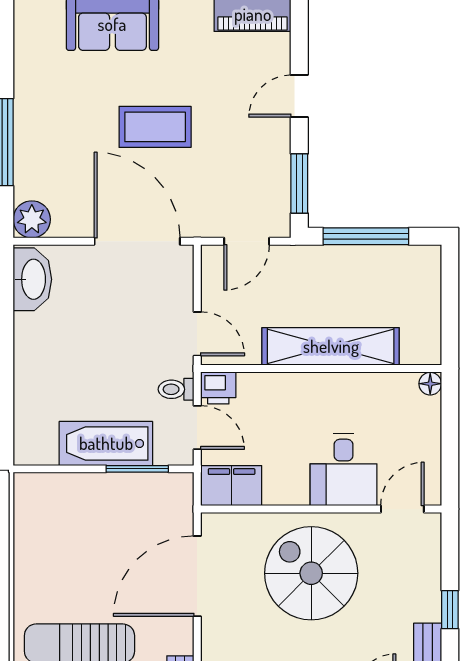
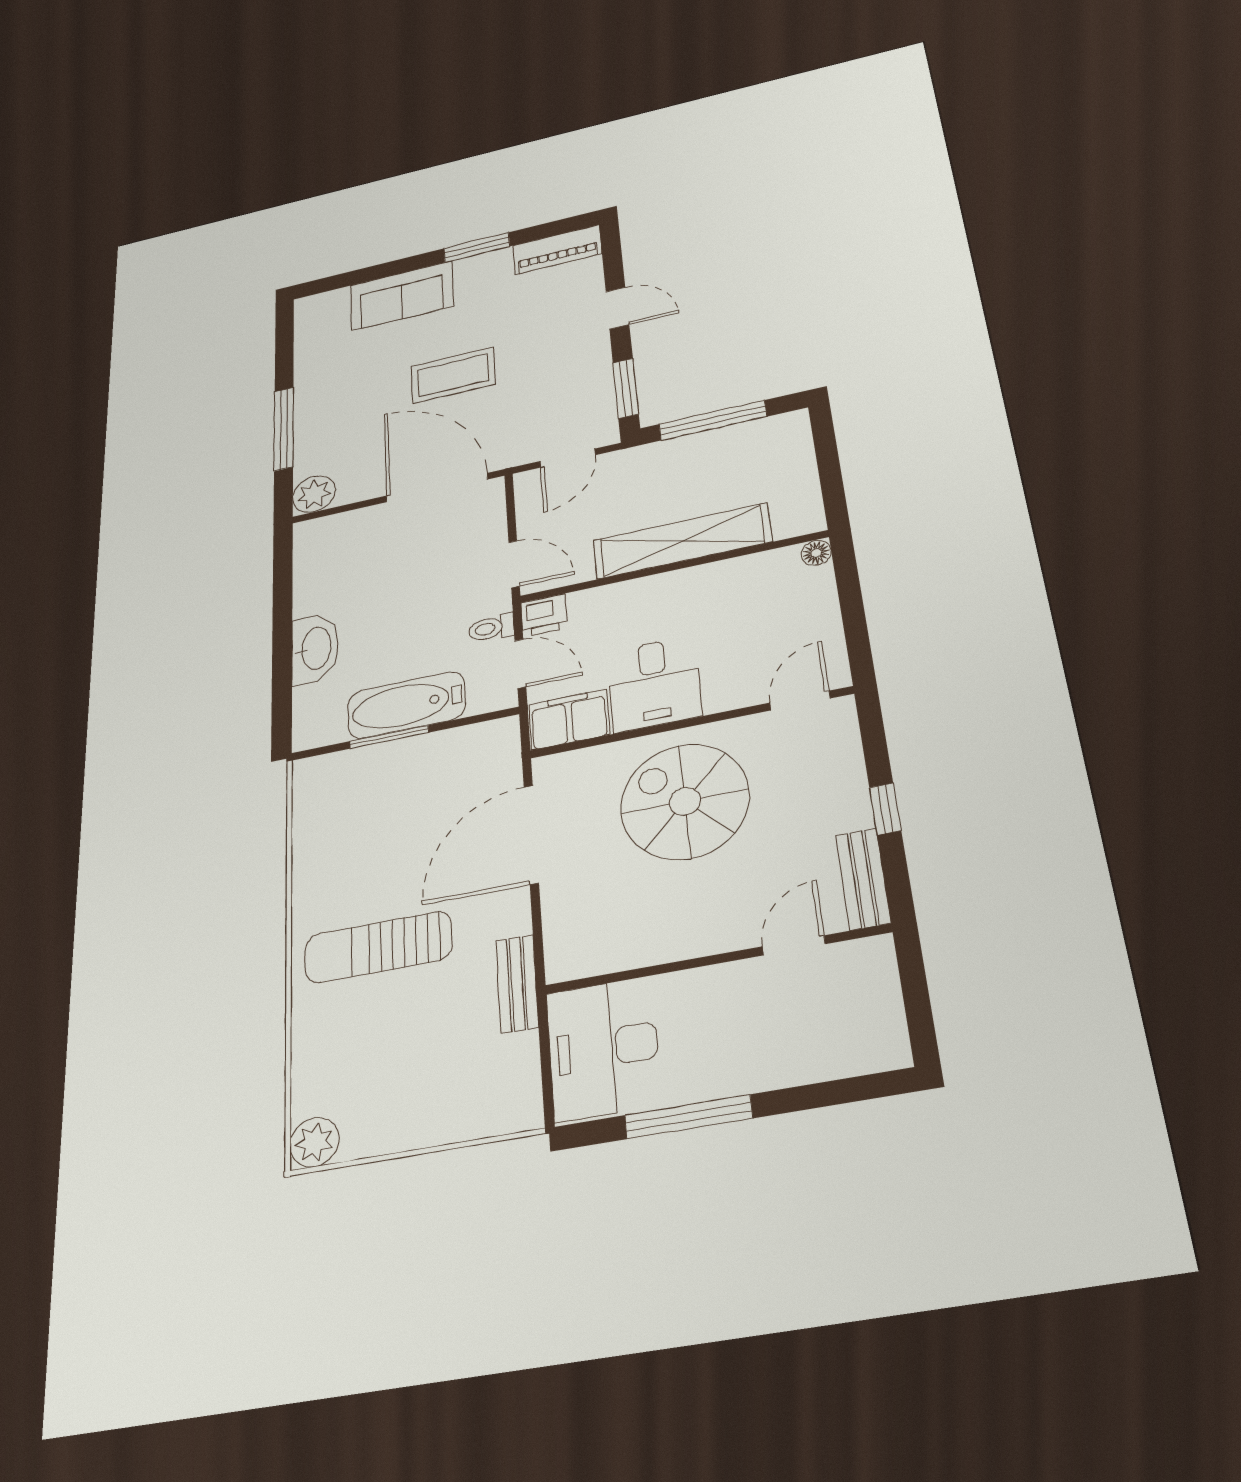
door: (299, 96) -> (617, 308), swing flipped
washbasin: (32, 279) -> (315, 648), moved
window: (137, 469) -> (389, 737), moved
desk: (343, 470) -> (654, 684), moved

